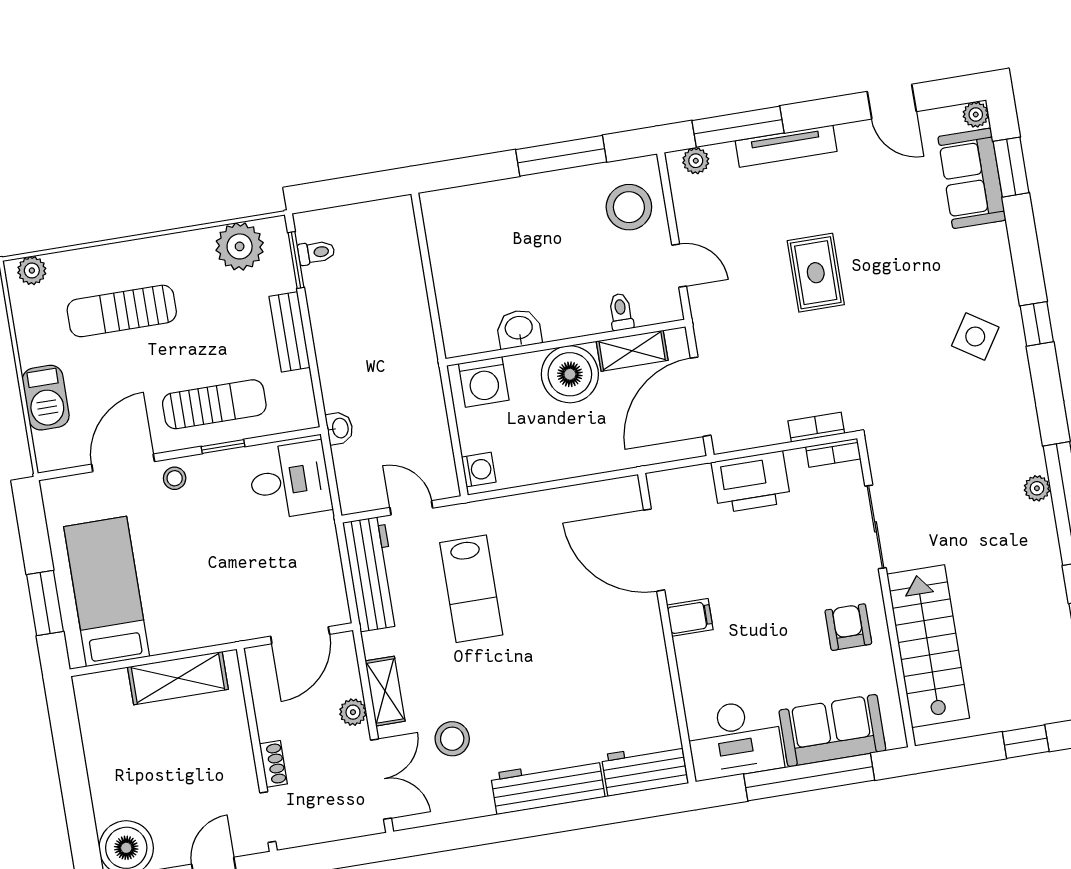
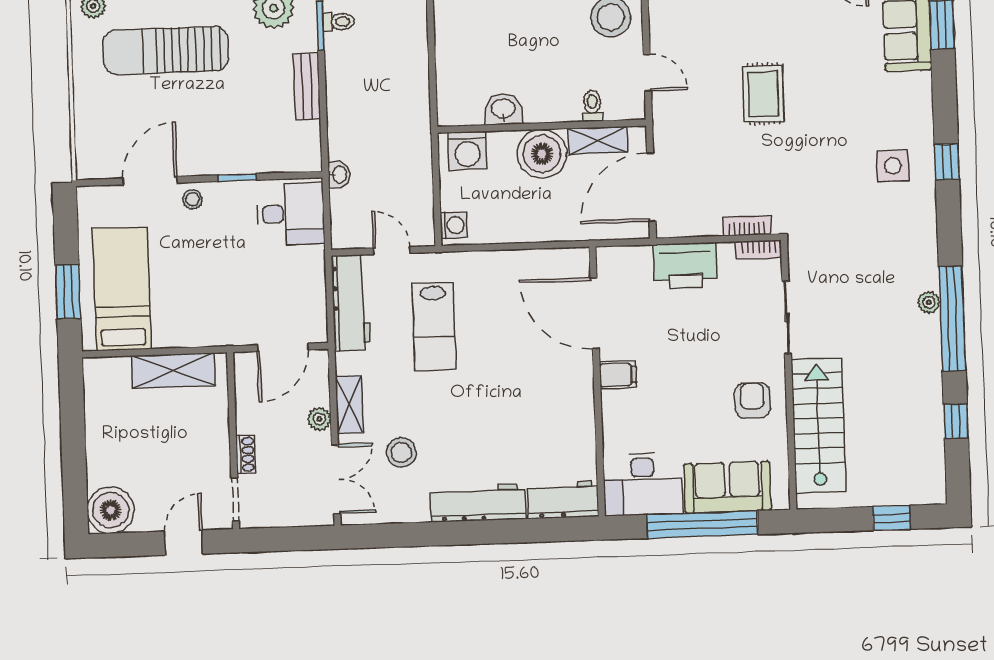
sun lounger: (122, 311) -> (166, 51), width x1.36, depth x1.34
side table: (975, 336) -> (893, 166), turned -33
barbecue: (46, 398) -> (91, 116), removed
sun lounger: (214, 404) -> (235, 140), removed

